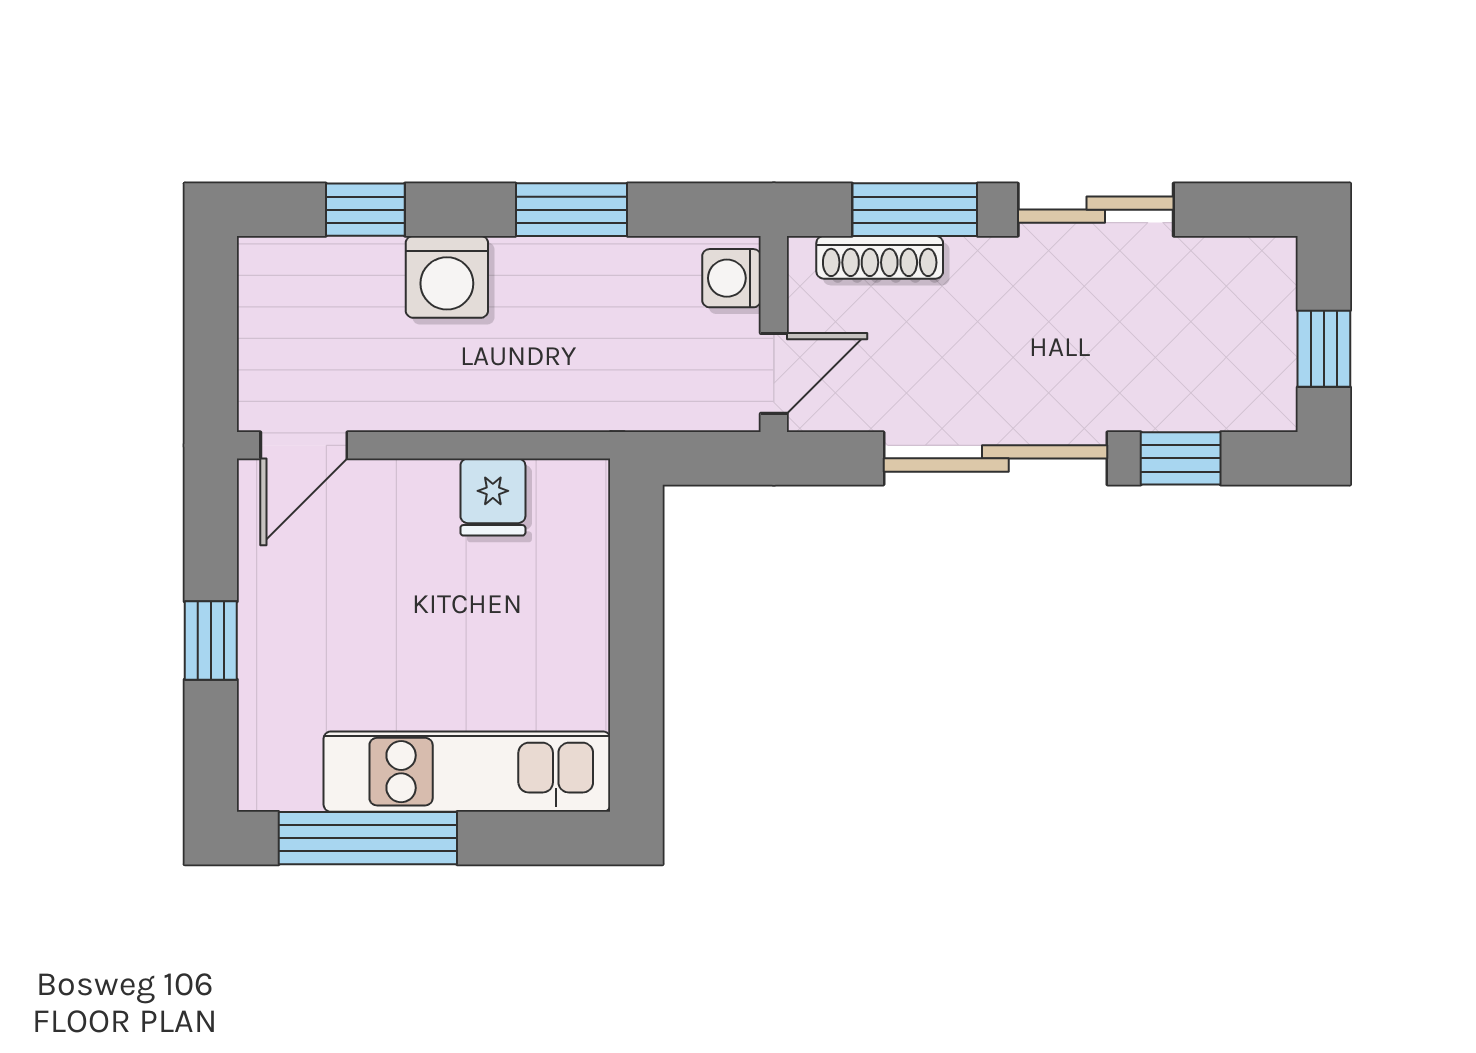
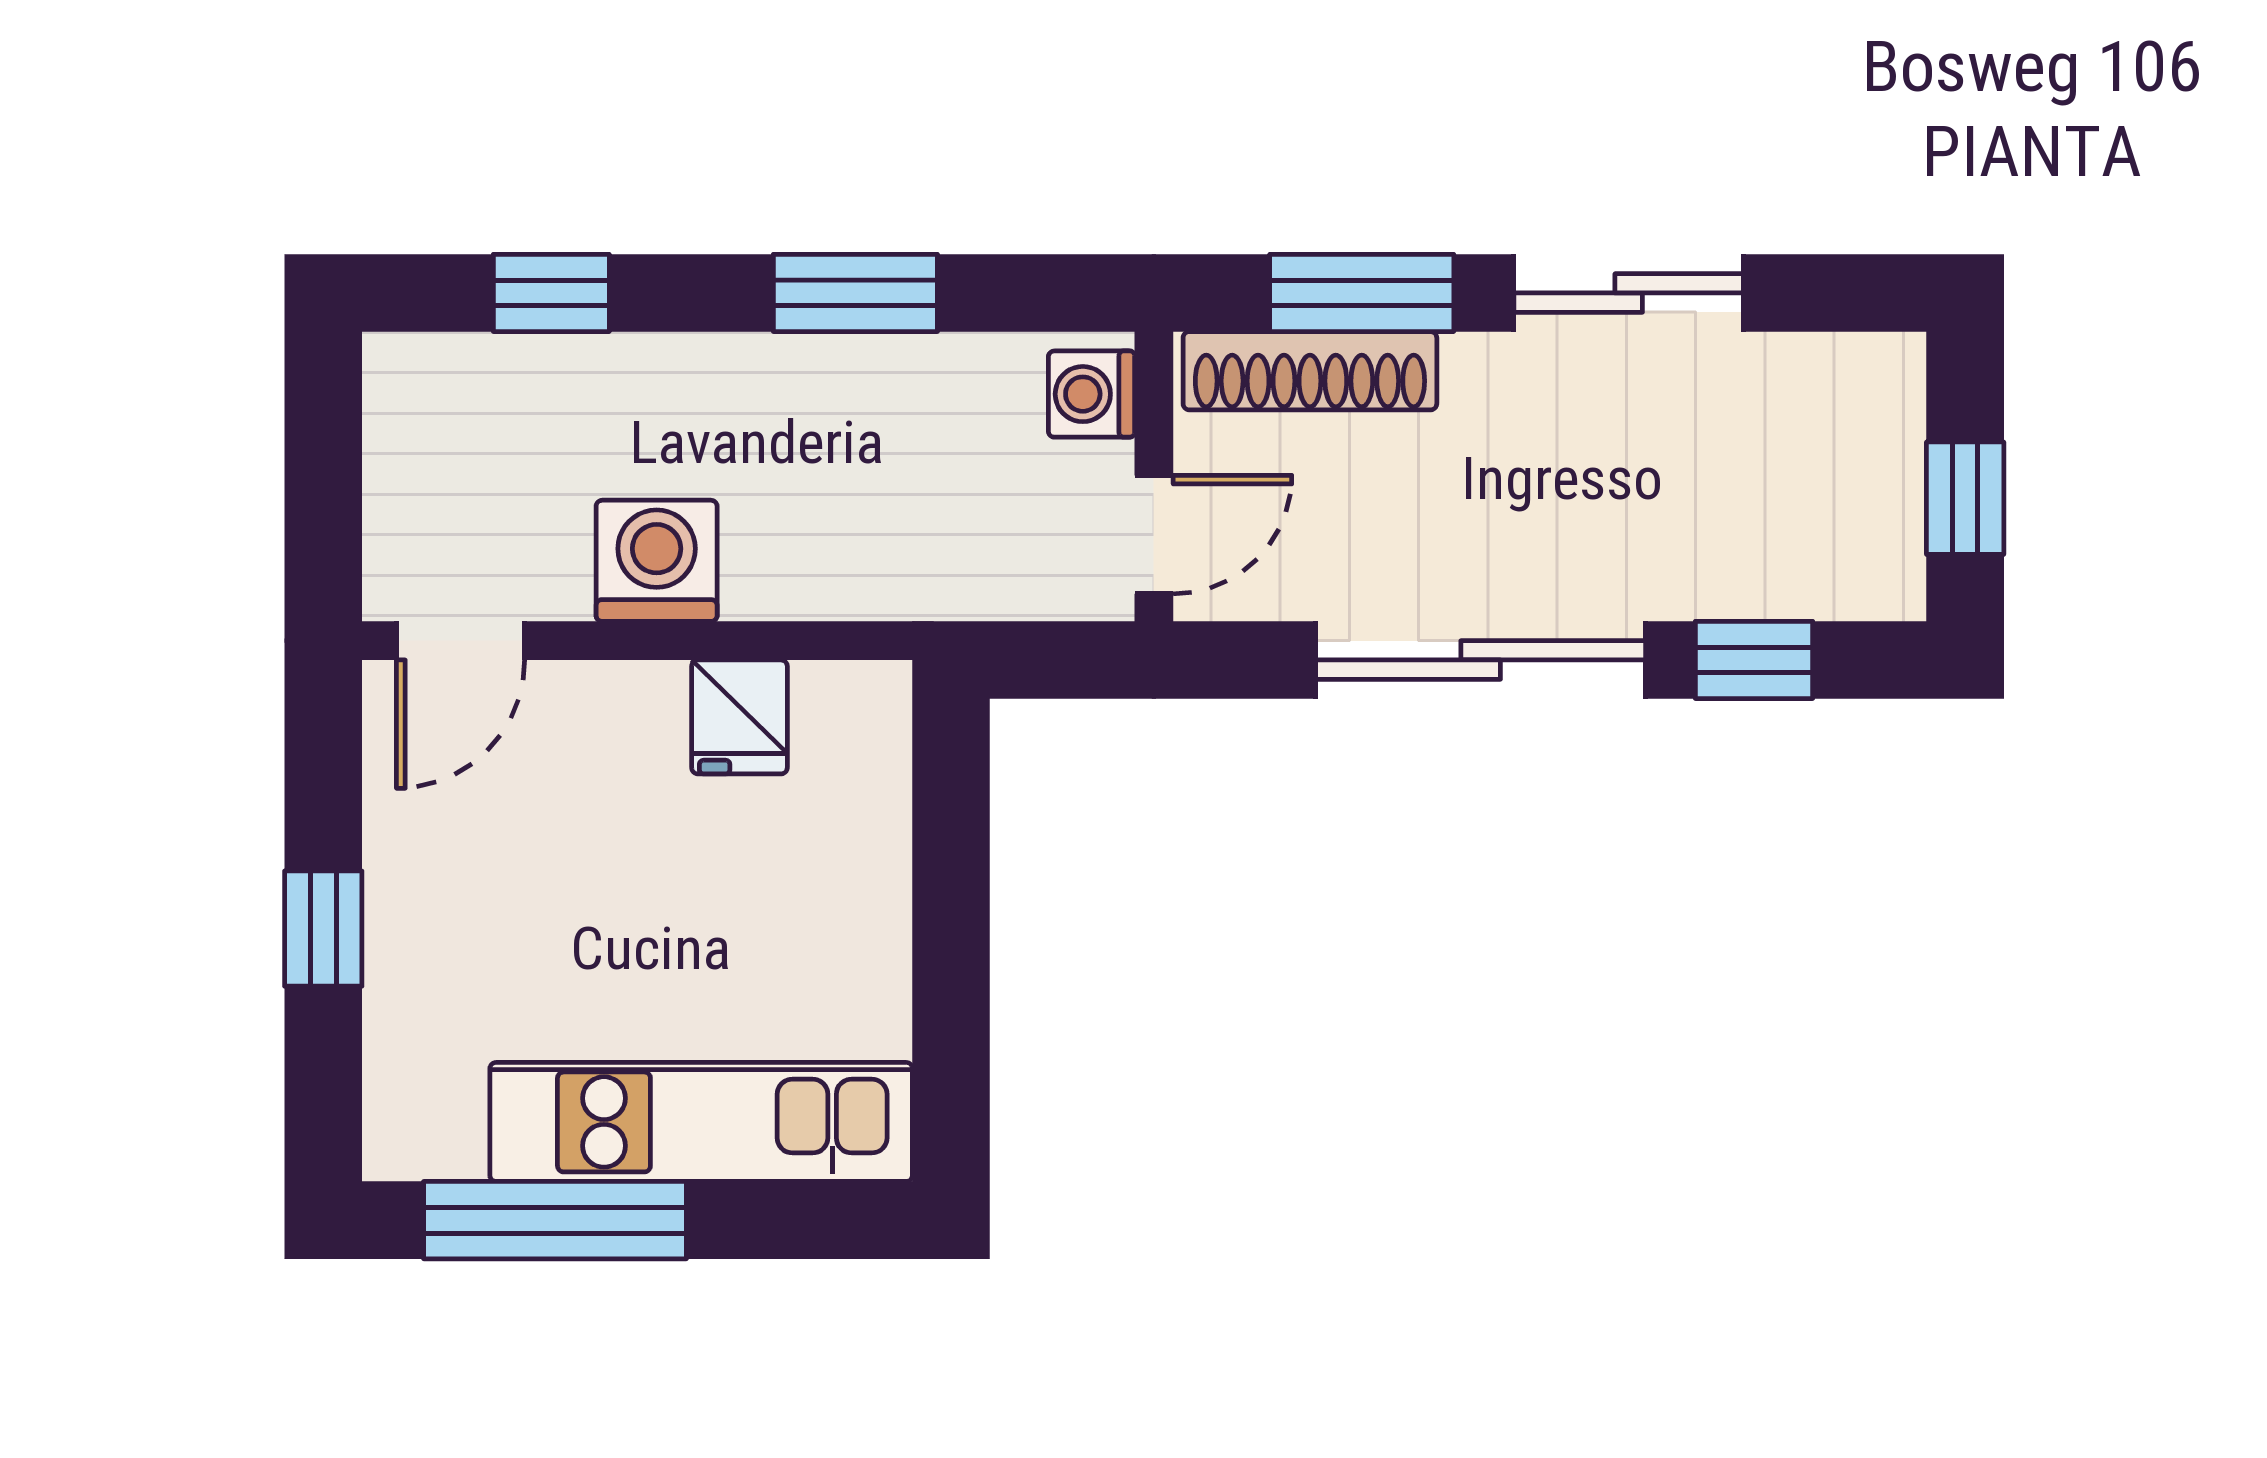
shoe rack: (880, 257) -> (1310, 371), width x1.36, depth x1.24
washing machine: (447, 277) -> (657, 561), moved, turned 180

